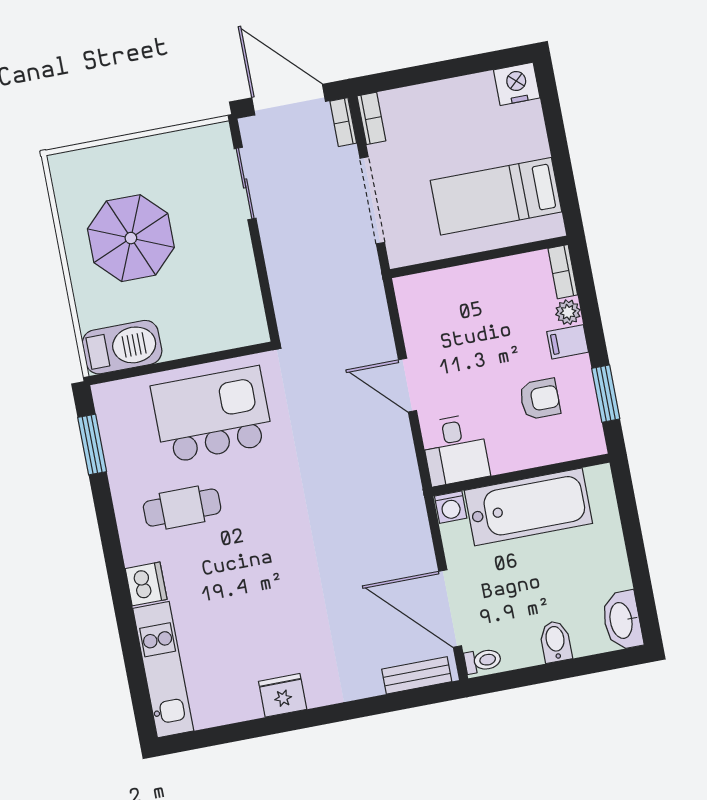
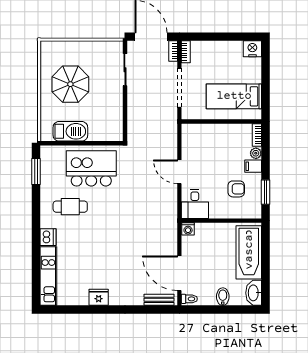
barbecue: (122, 347) -> (70, 131), moved
bathtub: (528, 507) -> (249, 252), moved, turned 90

